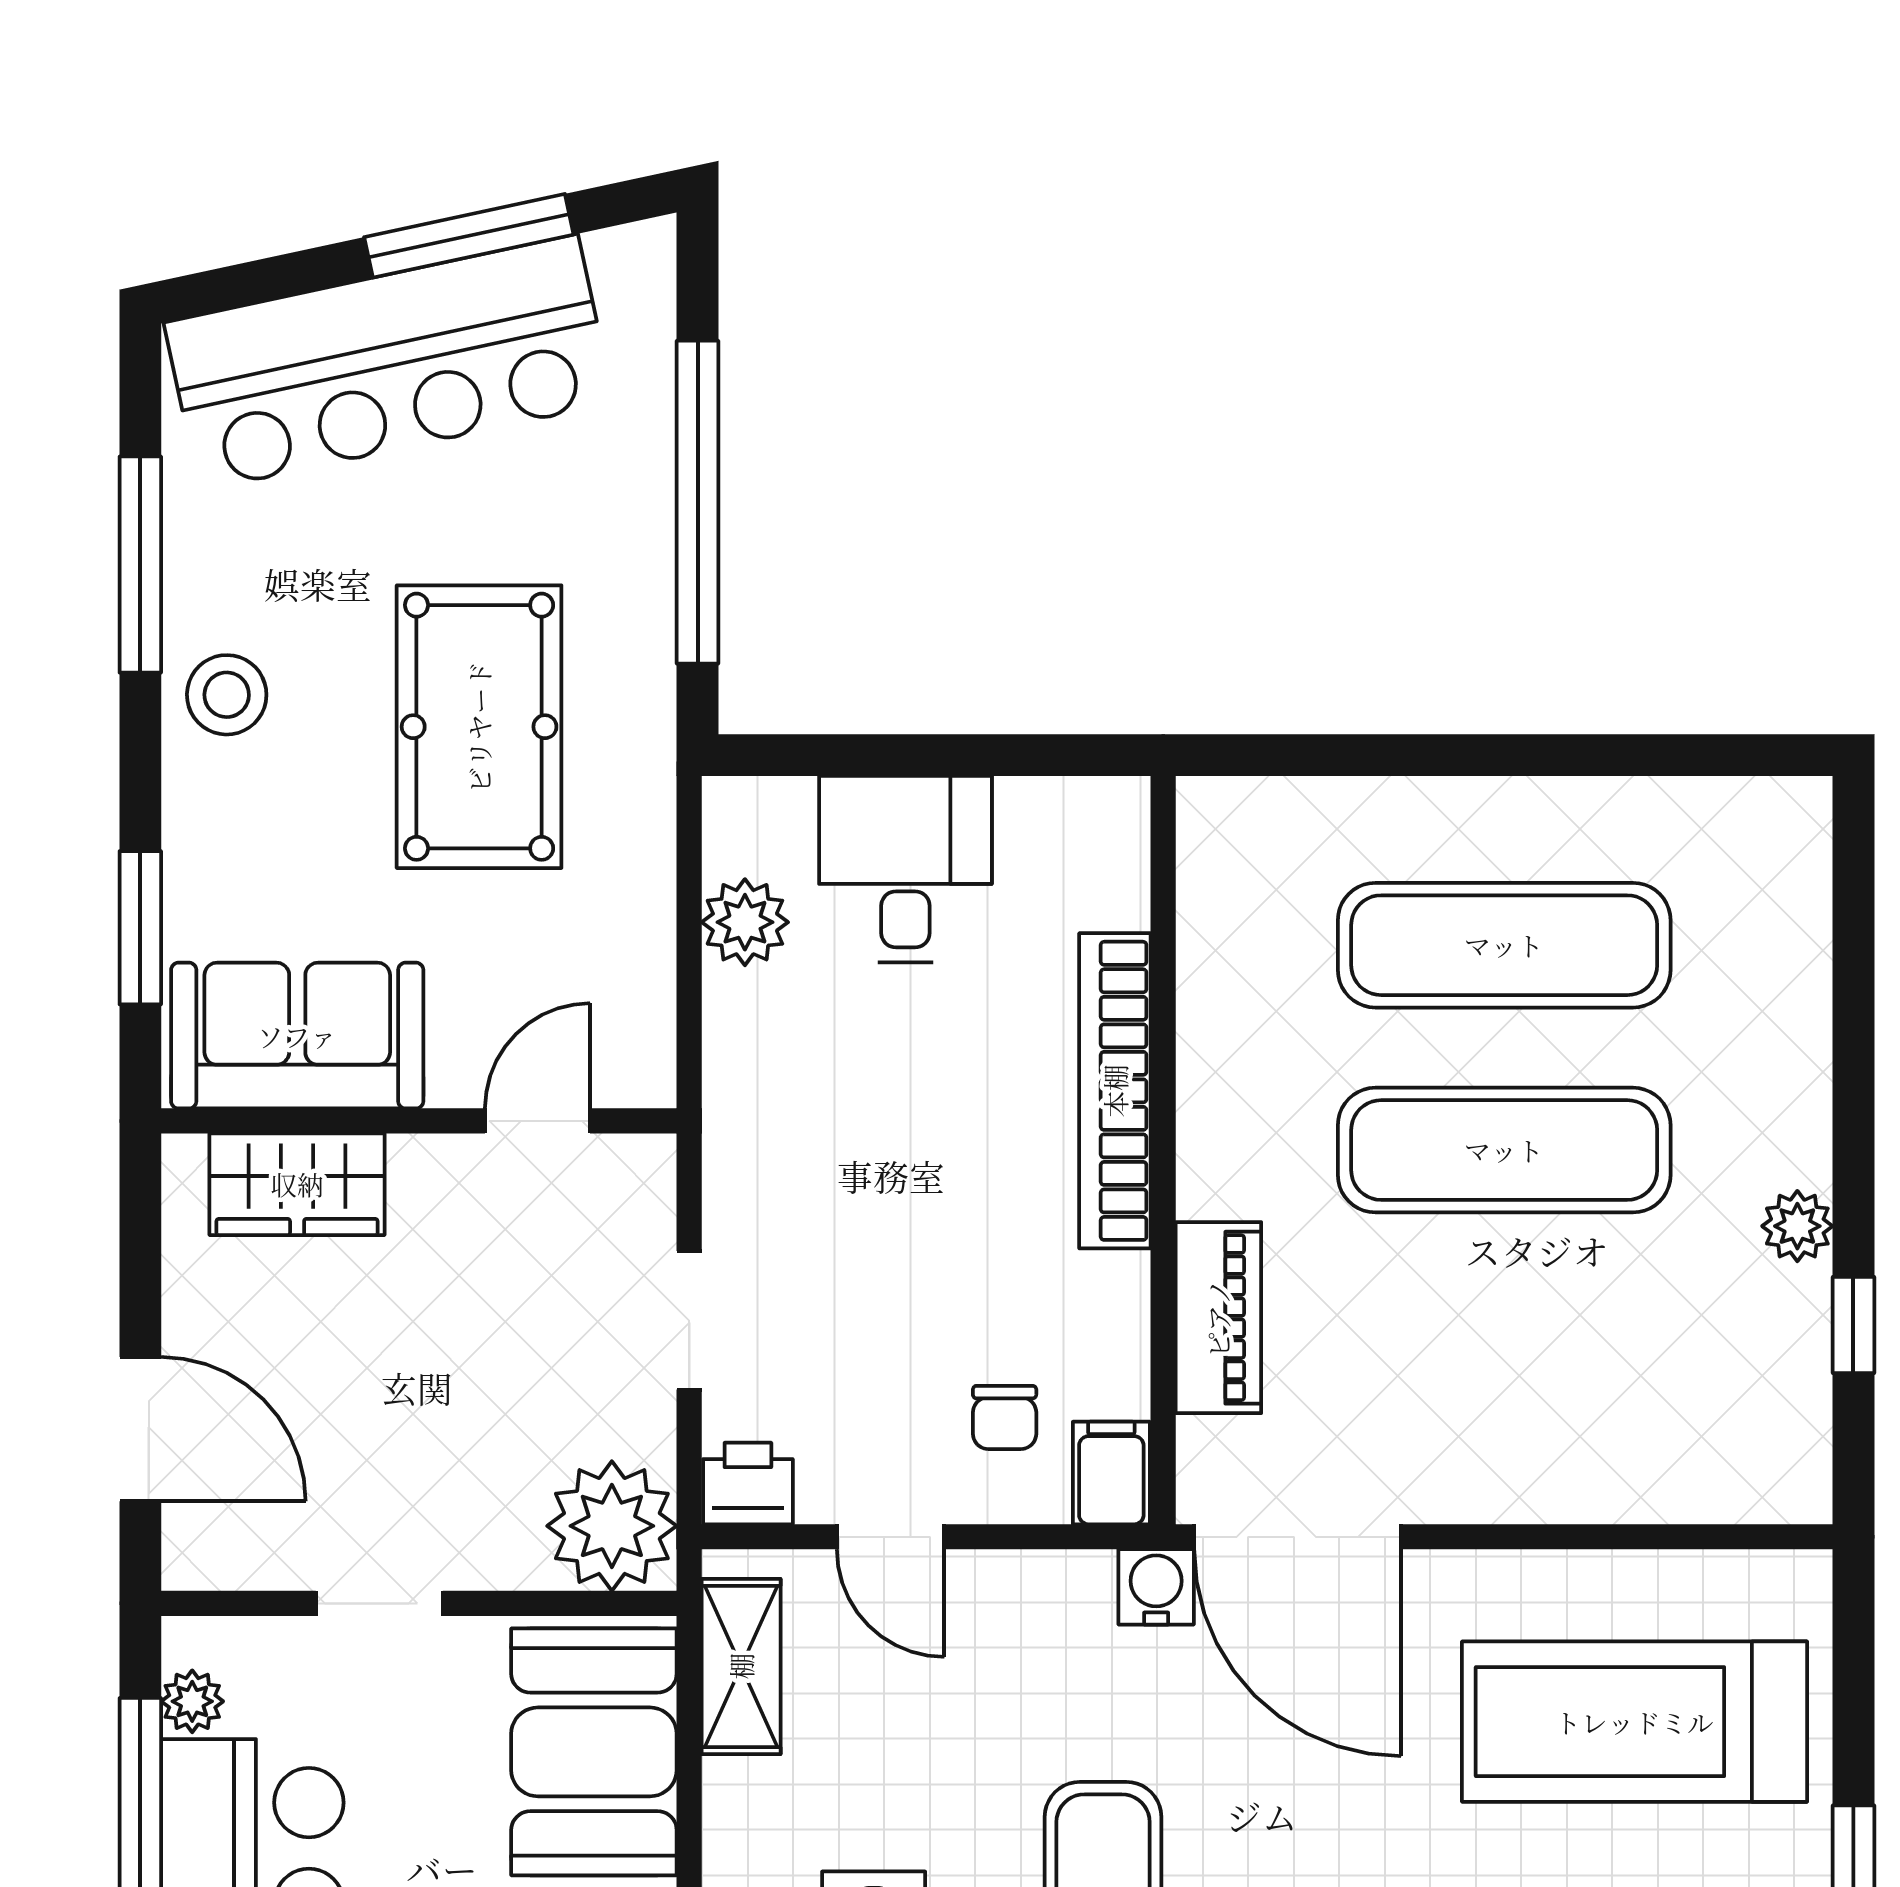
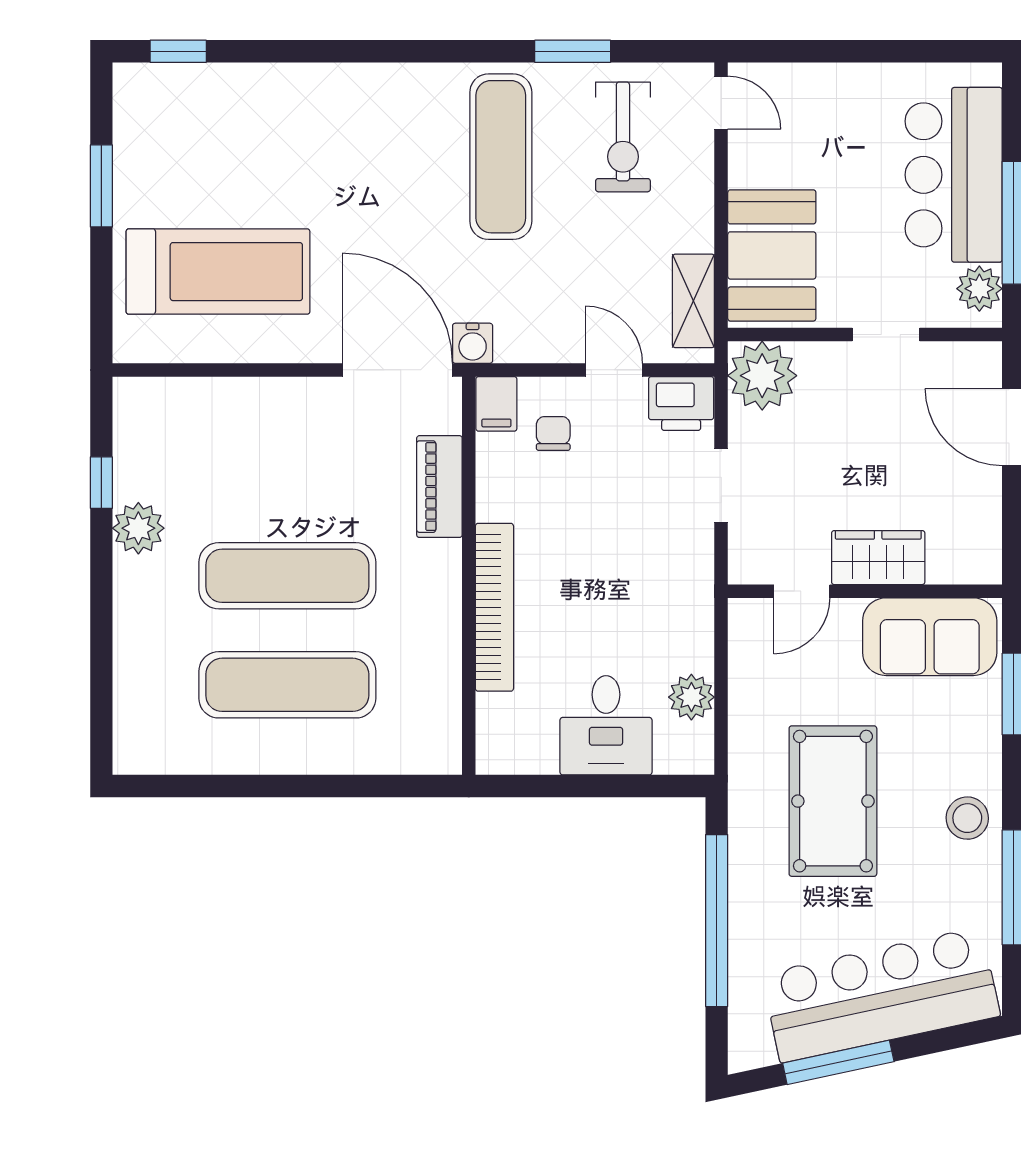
wardrobe: (297, 1184) -> (878, 558), moved
plant: (1797, 1226) -> (138, 528), width x1.38, depth x1.38
printer: (748, 1483) -> (681, 403), width x1.36, depth x1.24
plant: (192, 1701) -> (979, 289), width x1.38, depth x1.38

